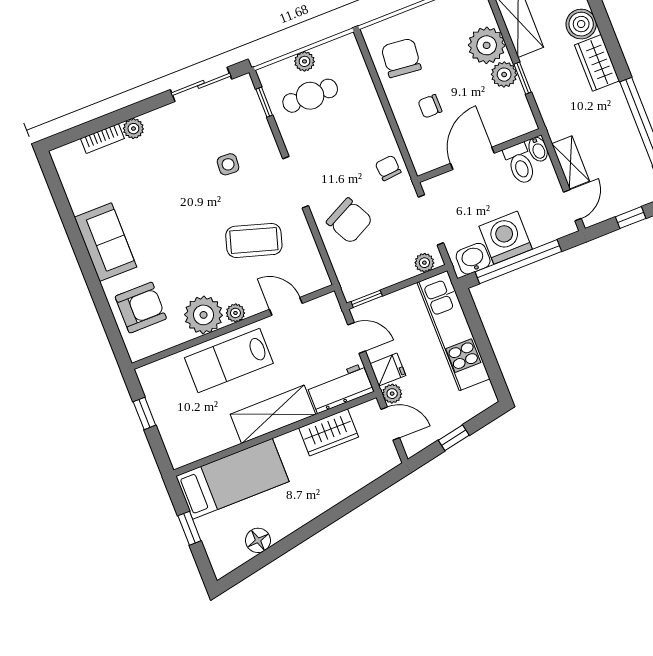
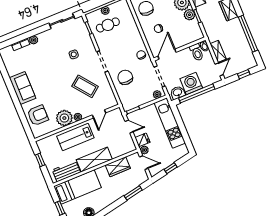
door: (472, 158) -> (167, 54), moved
chair: (349, 221) -> (125, 77), turned -153
coffee table: (254, 240) -> (85, 86), turned 35
door: (286, 306) -> (99, 114), swing flipped
workbench: (340, 388) -> (66, 171), moved
window: (364, 495) -> (133, 193), added

